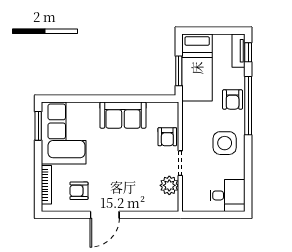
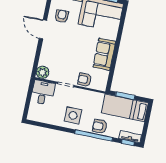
plant: (169, 185) -> (43, 72), moved
desk: (228, 195) -> (43, 92), moved, turned 180

